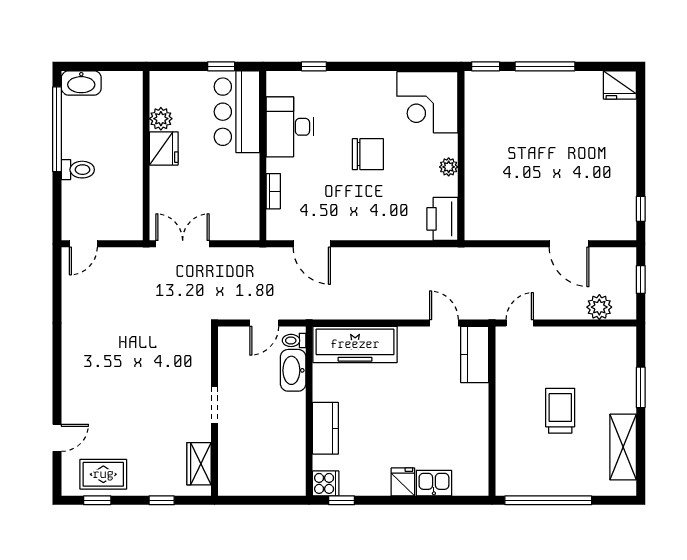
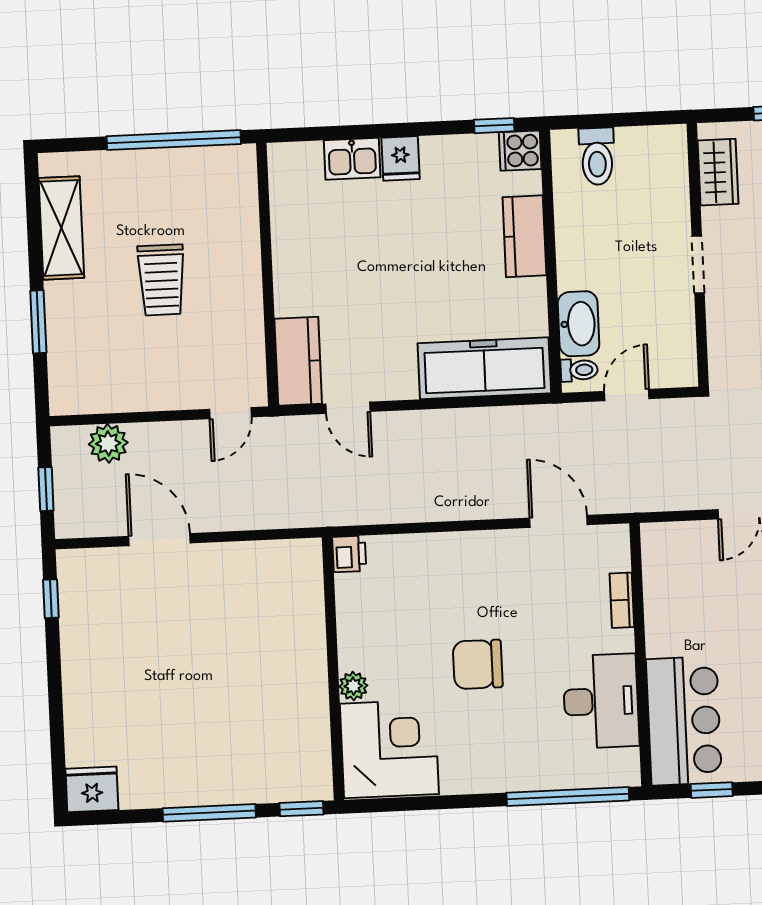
window: (314, 66) -> (568, 797), width x3.17
plant: (449, 167) -> (353, 686), moved
printer: (442, 219) -> (349, 554), width x0.53, depth x0.68
toilet: (276, 478) -> (597, 156), added

